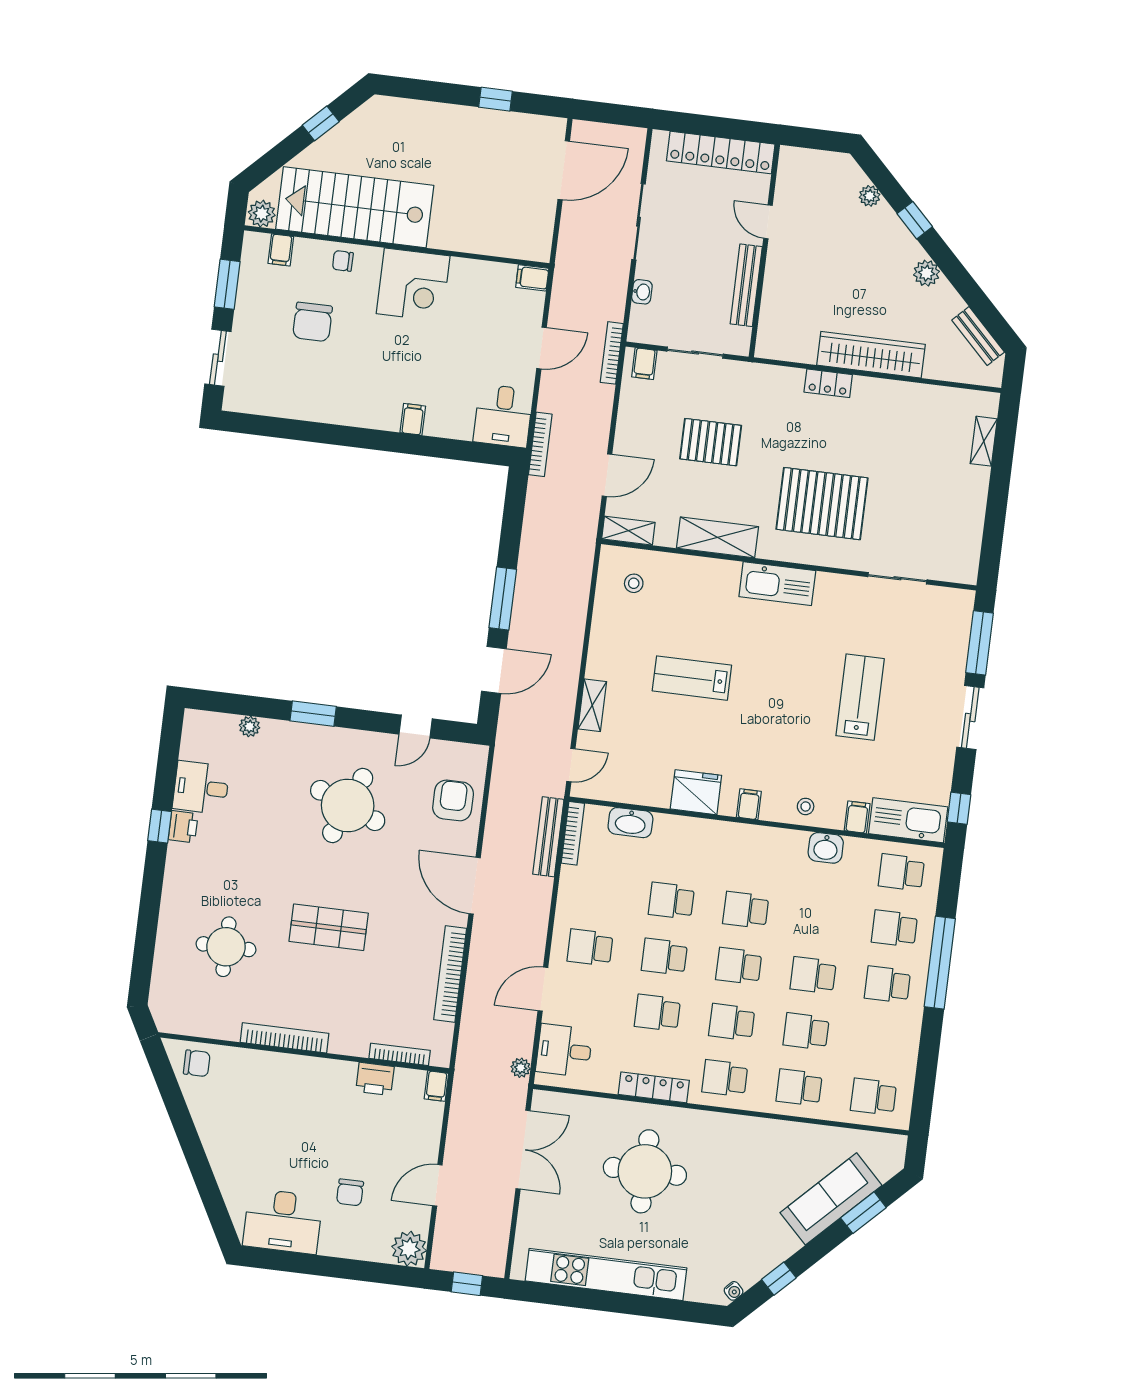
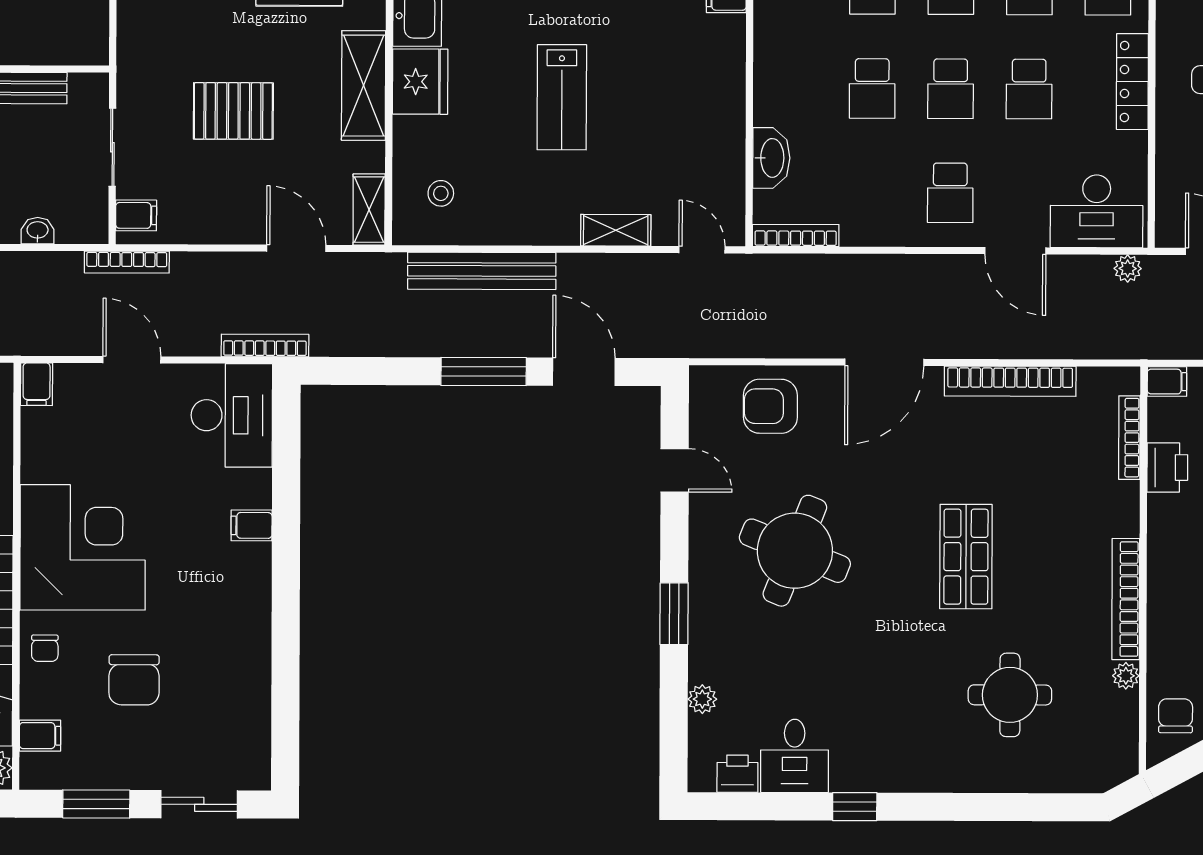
corner desk: (413, 285) -> (83, 547), width x1.36, depth x1.36
chair: (313, 322) -> (134, 680), turned 90
desk: (503, 416) -> (232, 415), width x1.37
pallet: (711, 442) -> (233, 111), turned 90
fridge: (696, 792) -> (420, 82), moved, turned 180
printer: (183, 827) -> (737, 774), moved
bench: (548, 837) -> (482, 271), moved, width x1.37, depth x1.21
plant: (230, 1031) -> (1126, 676), added
desk: (564, 1050) -> (1097, 211), width x1.37

